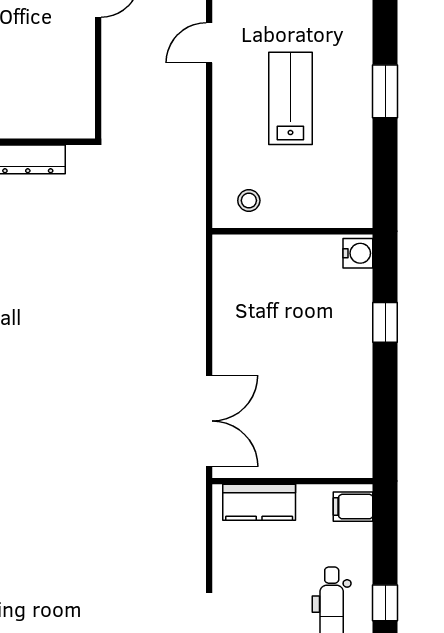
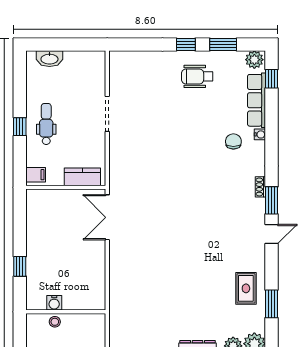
stool: (249, 201) -> (55, 322), moved
water cooler: (358, 253) -> (54, 303), moved, turned -90

